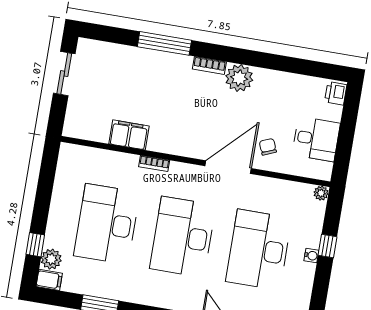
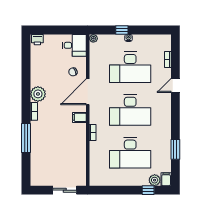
sliding door: (64, 74) -> (65, 190), moved
filing cabinet: (129, 135) -> (79, 117), moved, width x0.50
desk: (316, 139) -> (74, 45), moved, turned 90
door: (228, 167) -> (88, 92), hinge flipped

